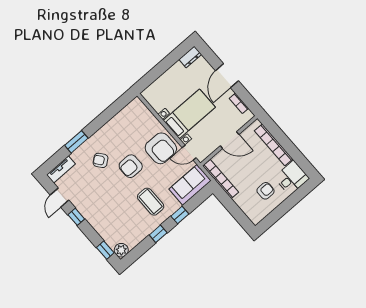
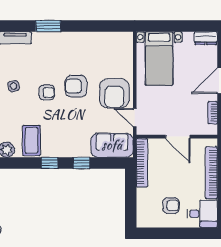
bed with nightstands: (189, 114) -> (159, 59), moved, turned 90
armchair: (101, 160) -> (47, 93), moved, turned 128
coffee table: (151, 202) -> (31, 140), moved
side table: (88, 203) -> (14, 86), added

